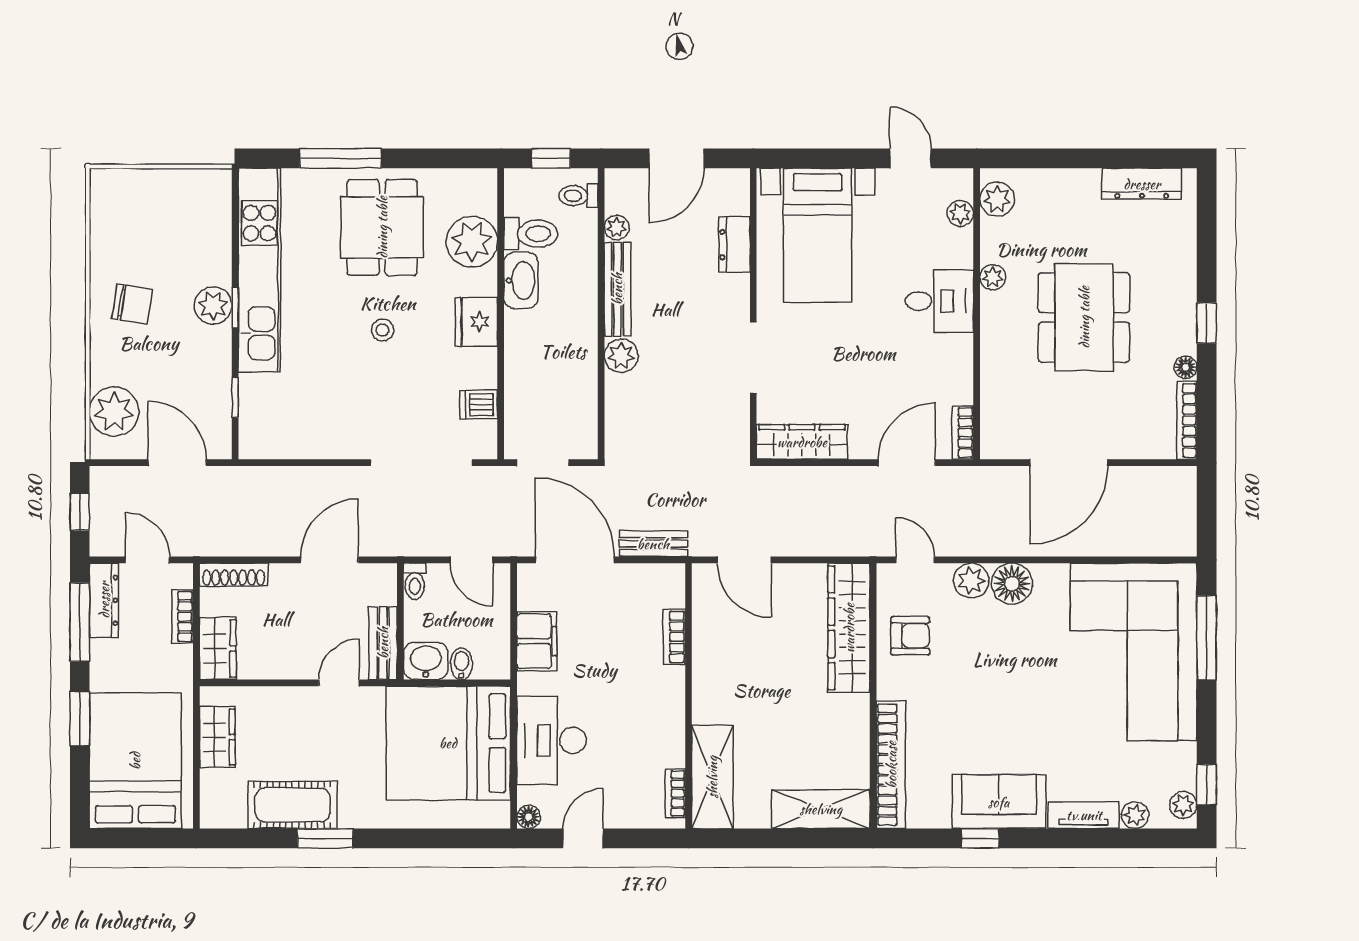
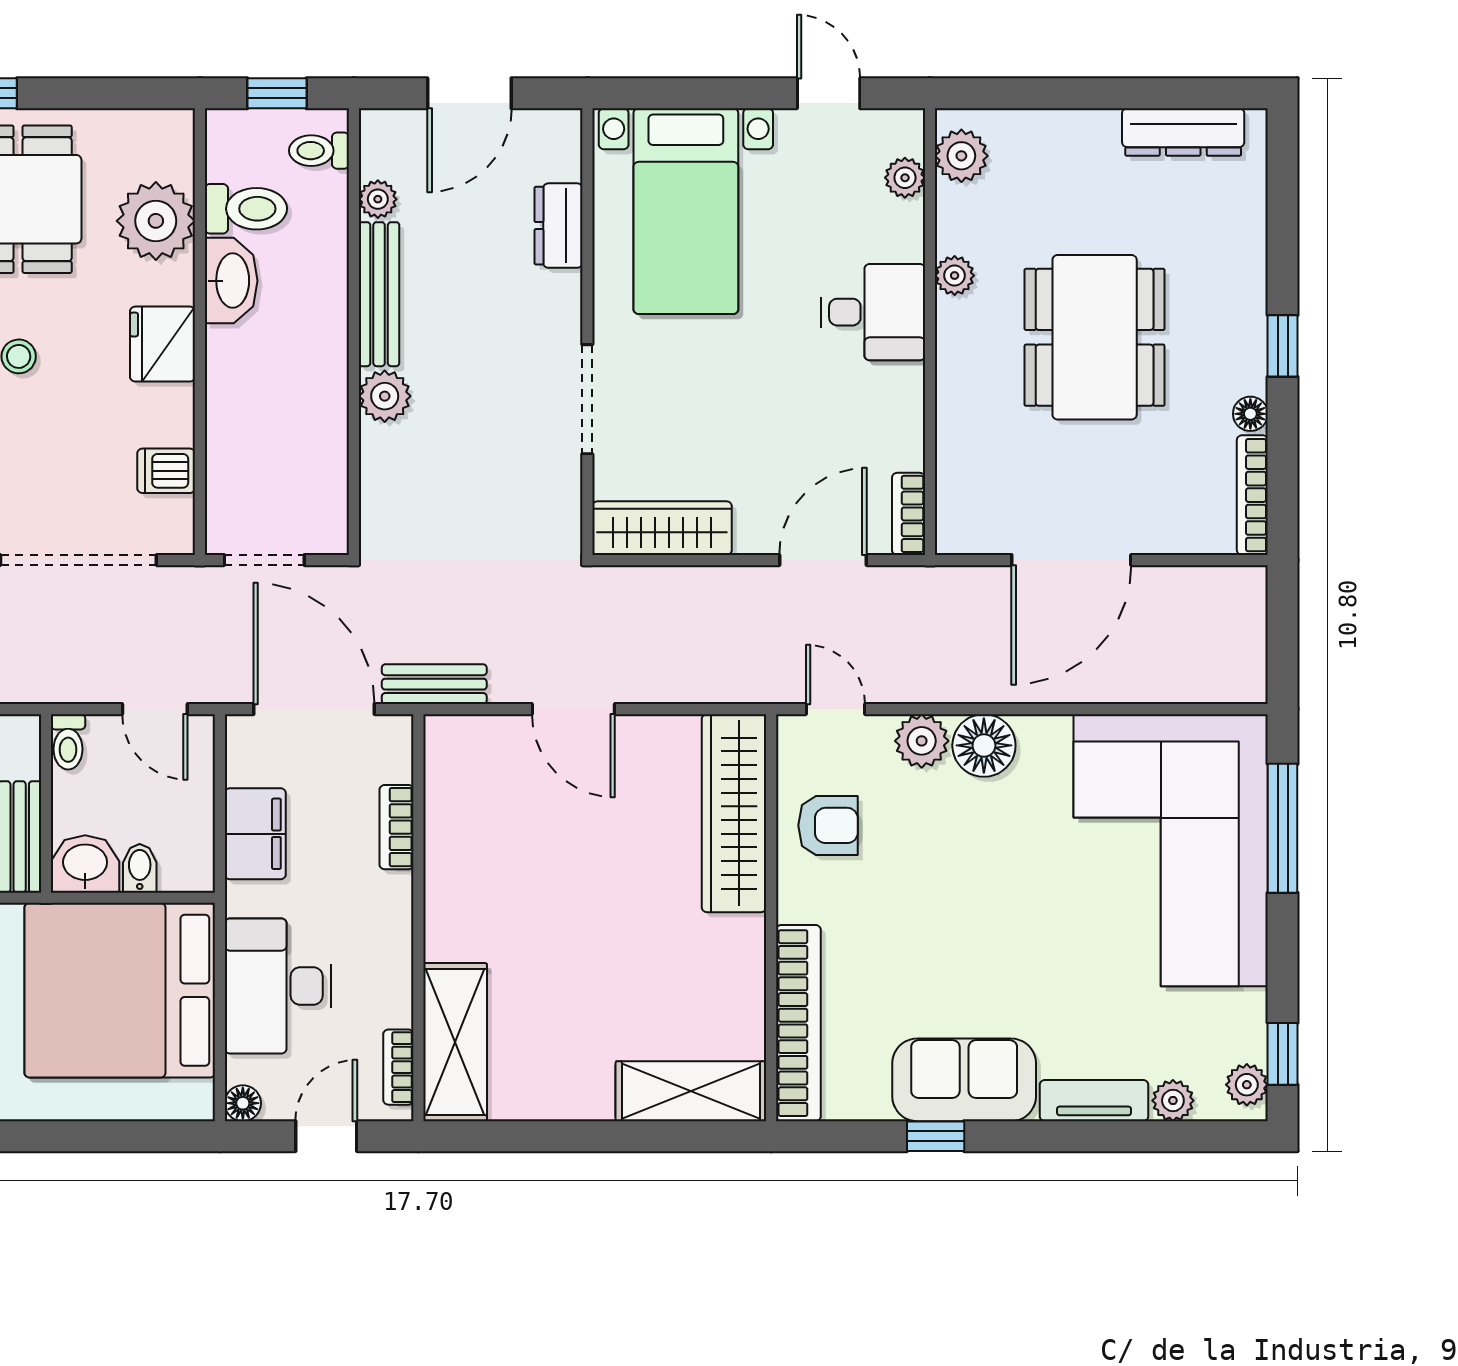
bookcase: (674, 637) -> (397, 827), moved
wall: (688, 696) -> (418, 918), moved
shelving: (712, 777) -> (455, 1042), moved
bookcase: (675, 793) -> (398, 1067), moved

